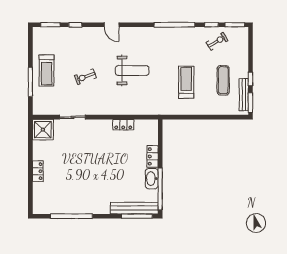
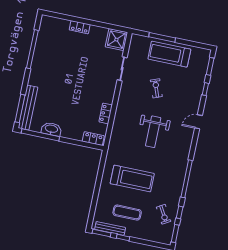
treadmill: (47, 71) -> (169, 54), width x1.37, depth x1.38
treadmill: (186, 82) -> (132, 179), width x1.37, depth x1.38
locker: (152, 156) -> (93, 139), moved

